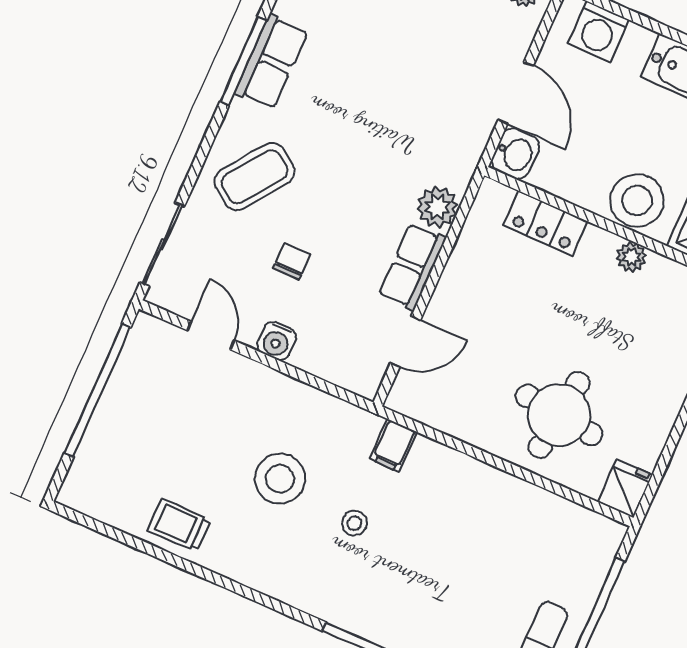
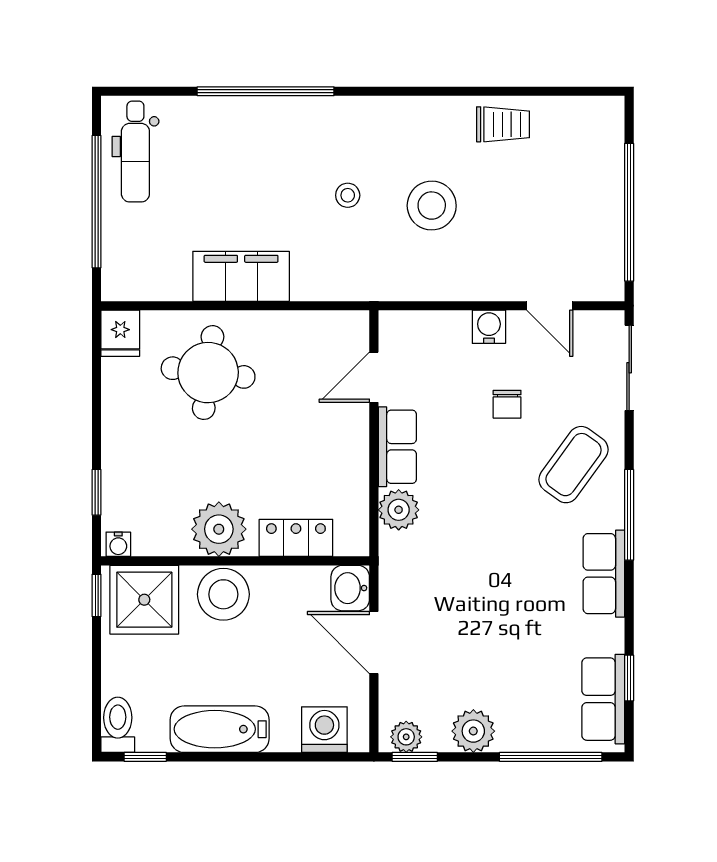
window: (243, 61) -> (629, 515), moved
plant: (631, 257) -> (219, 529), width x1.88, depth x1.88
filing cabinet: (393, 445) -> (241, 276), moved, width x3.00, depth x1.17

